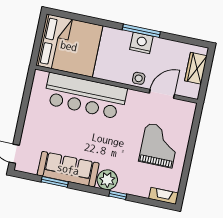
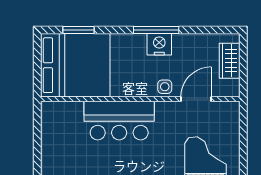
window: (78, 17) -> (79, 30), added
bar counter: (85, 96) -> (119, 121), width x0.73

